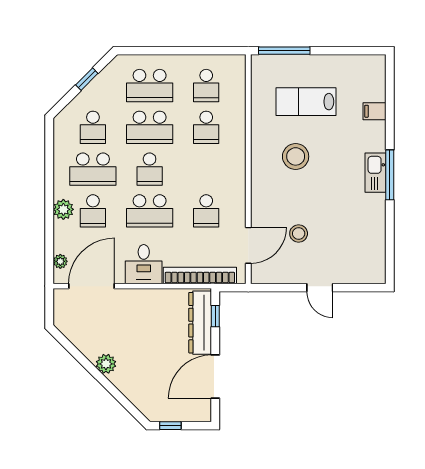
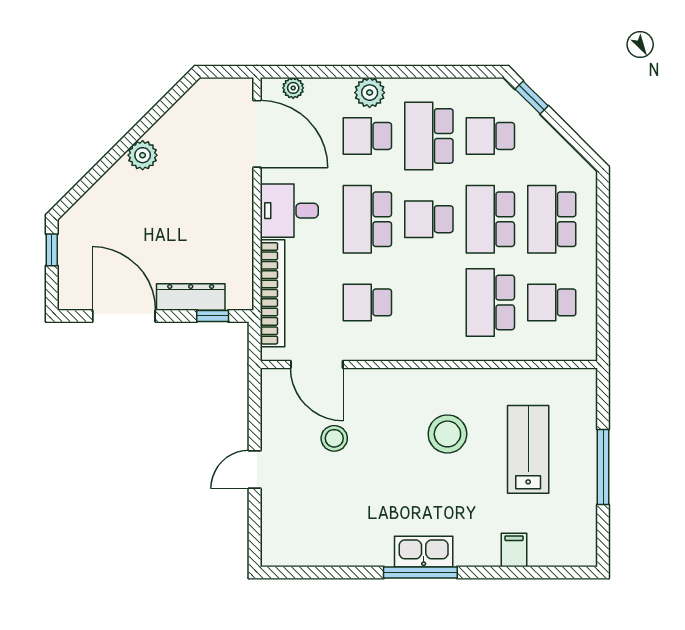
window: (284, 51) -> (603, 467), moved
window: (87, 79) -> (532, 97), moved
school desk: (206, 127) -> (490, 302), width x1.85
dresser: (200, 323) -> (191, 297), width x0.73, depth x0.80

